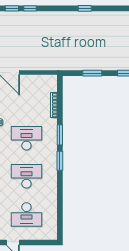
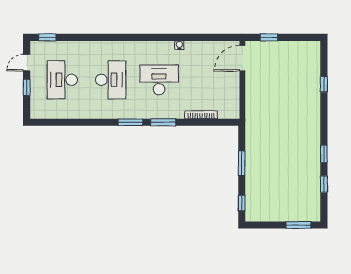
window: (12, 8) -> (324, 184), moved
desk: (26, 138) -> (159, 80), turned -90
window: (32, 243) -> (27, 87), added

